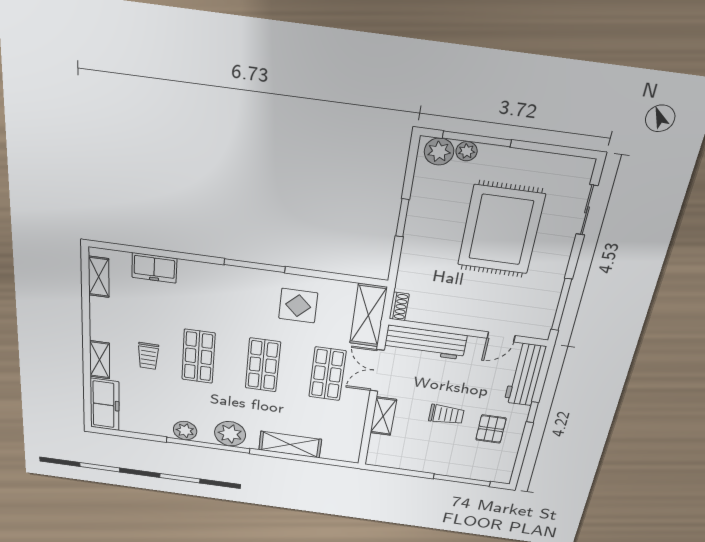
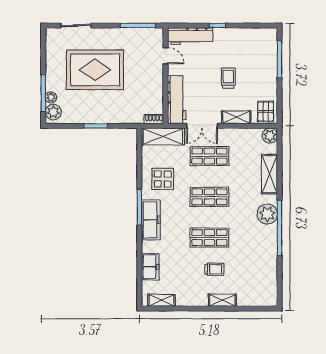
freezer: (105, 405) -> (151, 220), moved, turned 90
pallet: (491, 429) -> (266, 111), moved, turned 90
plant: (185, 431) -> (270, 136), moved

